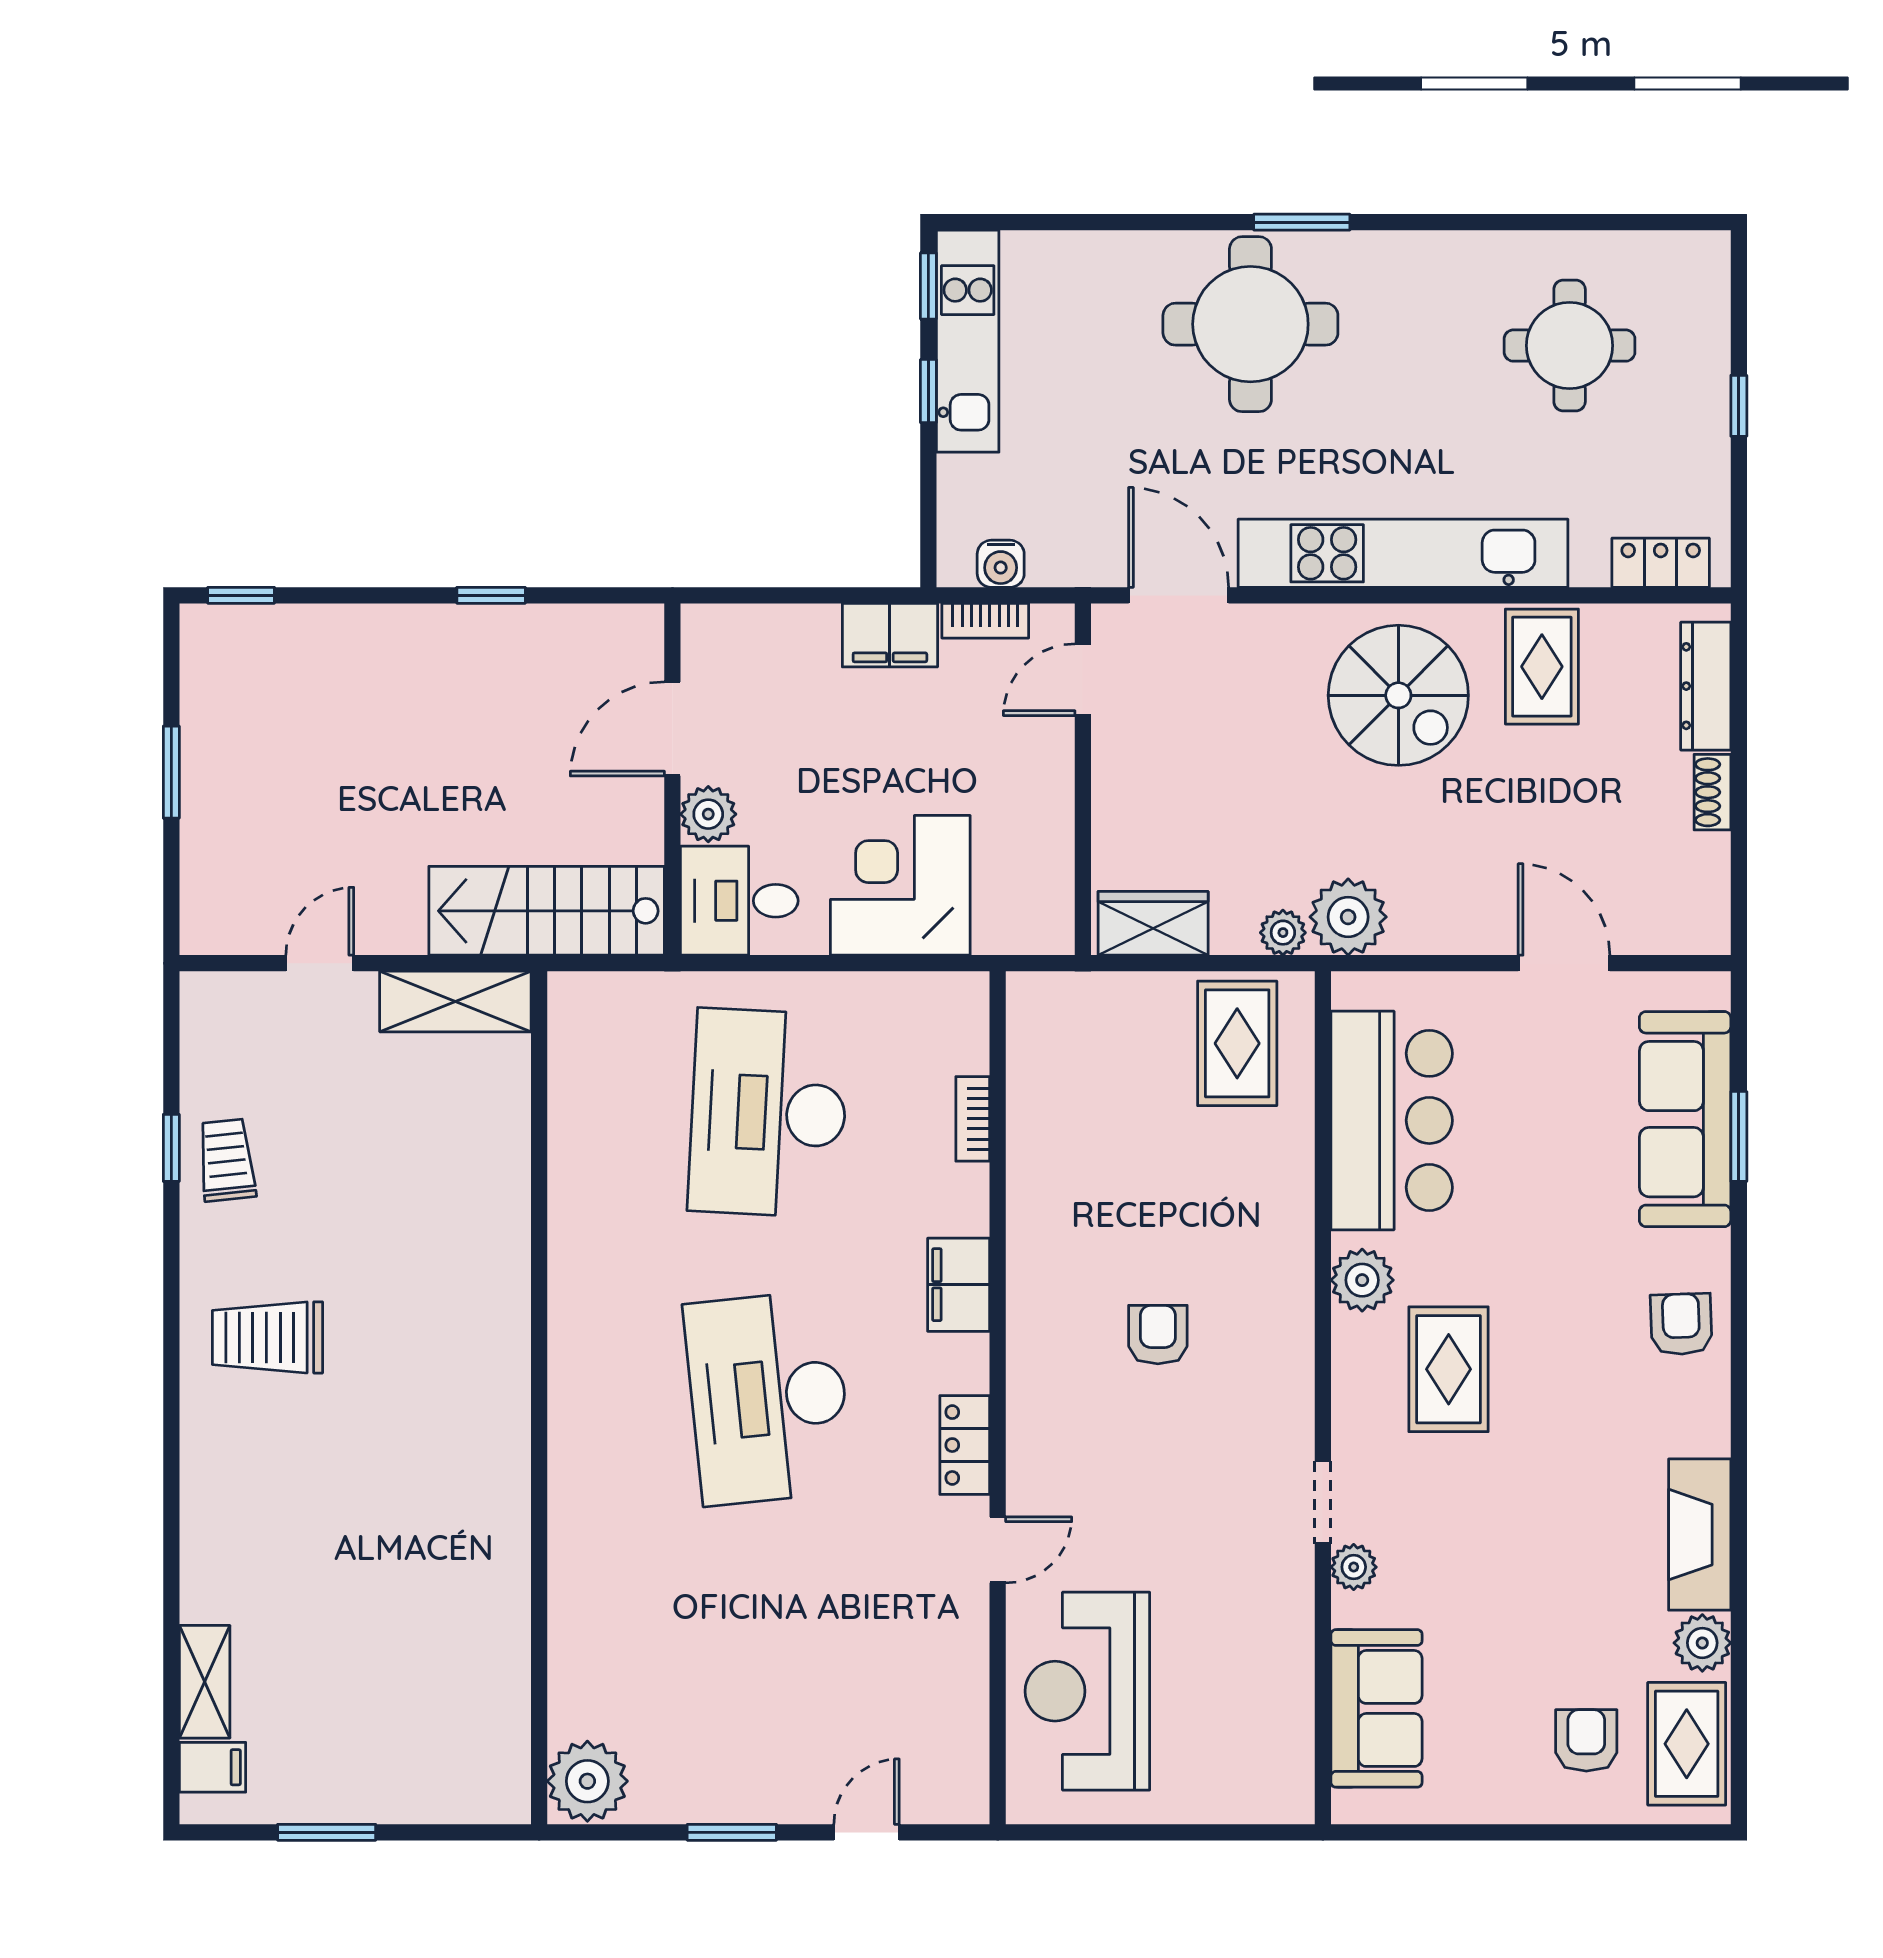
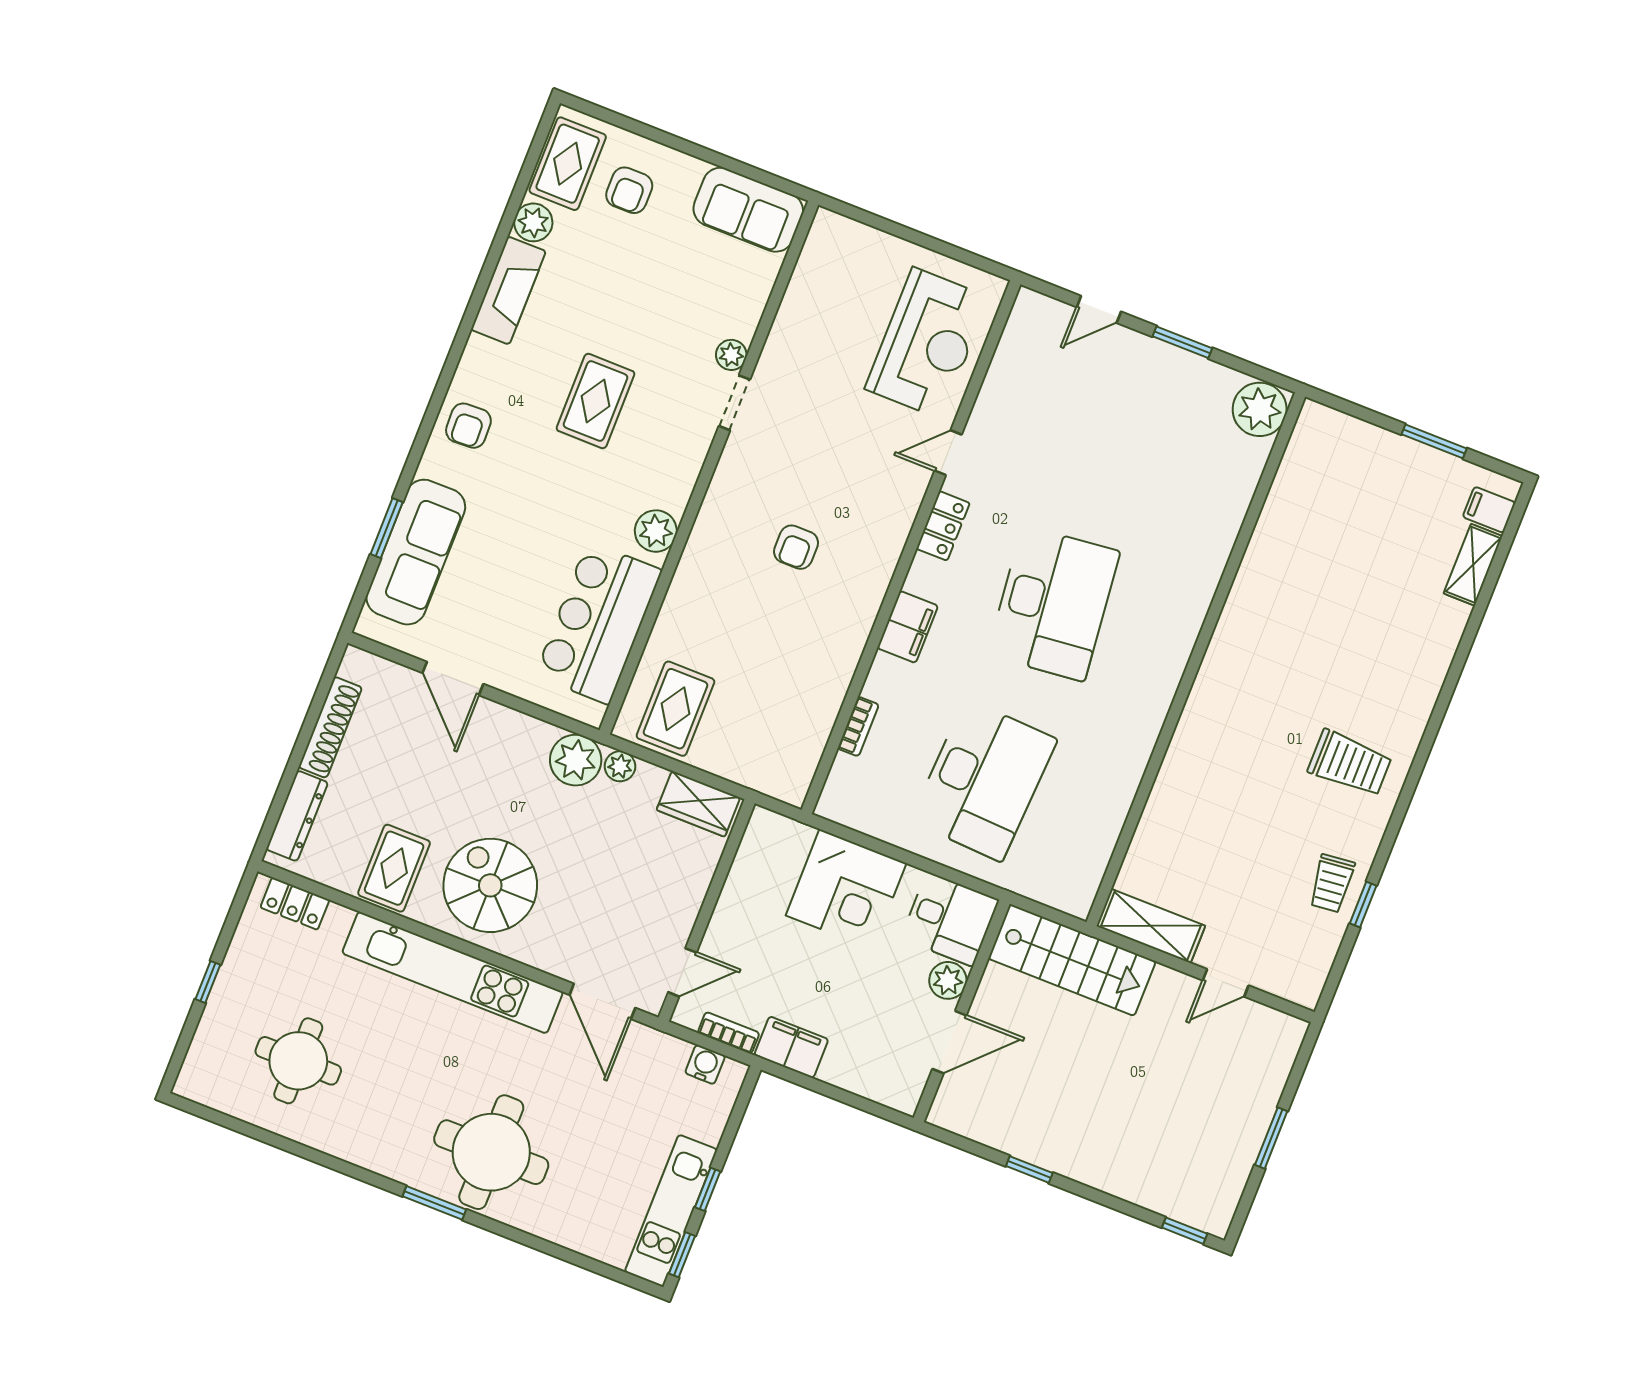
shoe rack: (1712, 792) -> (330, 727), width x1.94, depth x1.24
rug: (1449, 1369) -> (596, 401), moved
sofa: (1376, 1708) -> (748, 210), moved, turned -90

